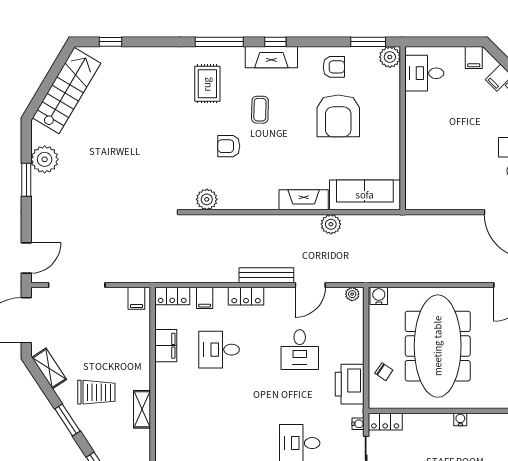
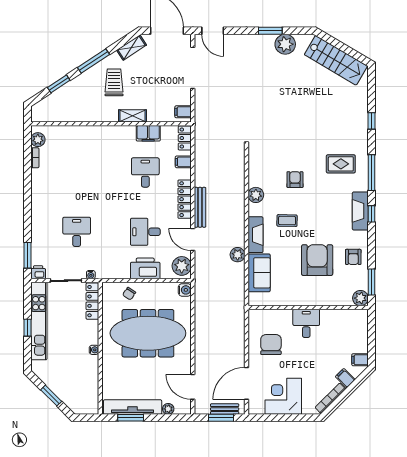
window: (110, 42) -> (372, 121), moved
desk: (424, 73) -> (306, 323), moved
coffee table: (260, 110) -> (287, 221), moved
armchair: (338, 116) -> (317, 260), turned 90
chair: (453, 179) -> (271, 345), added
sofa: (365, 195) -> (259, 273), width x0.73
plant: (207, 199) -> (256, 195), moved
plant: (352, 294) -> (182, 266), width x1.87, depth x1.87
locker: (246, 296) -> (185, 199), width x1.53
printer: (350, 384) -> (145, 268), moved
trolley: (96, 392) -> (114, 82), turned 180
shelving: (142, 409) -> (132, 116), moved
window: (67, 420) -> (94, 61), width x1.44
locker: (385, 422) -> (92, 301), width x1.53

